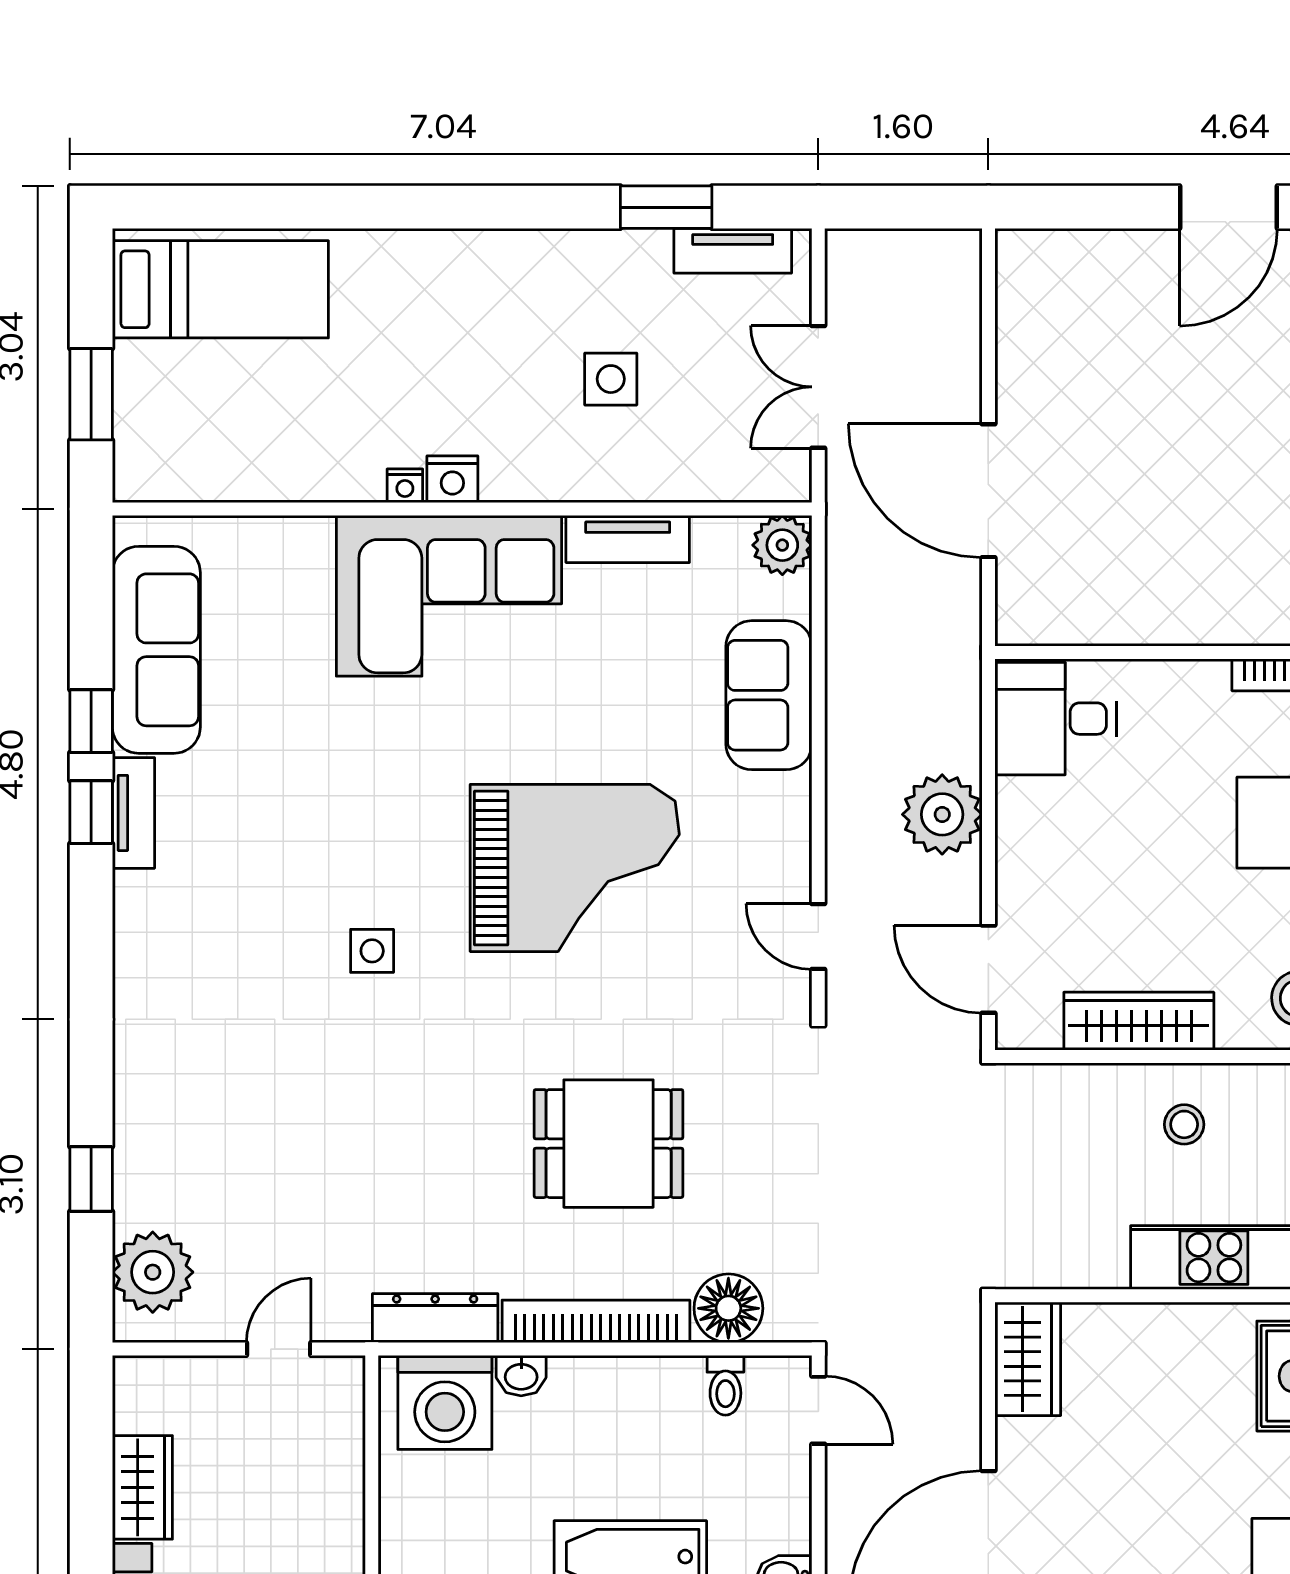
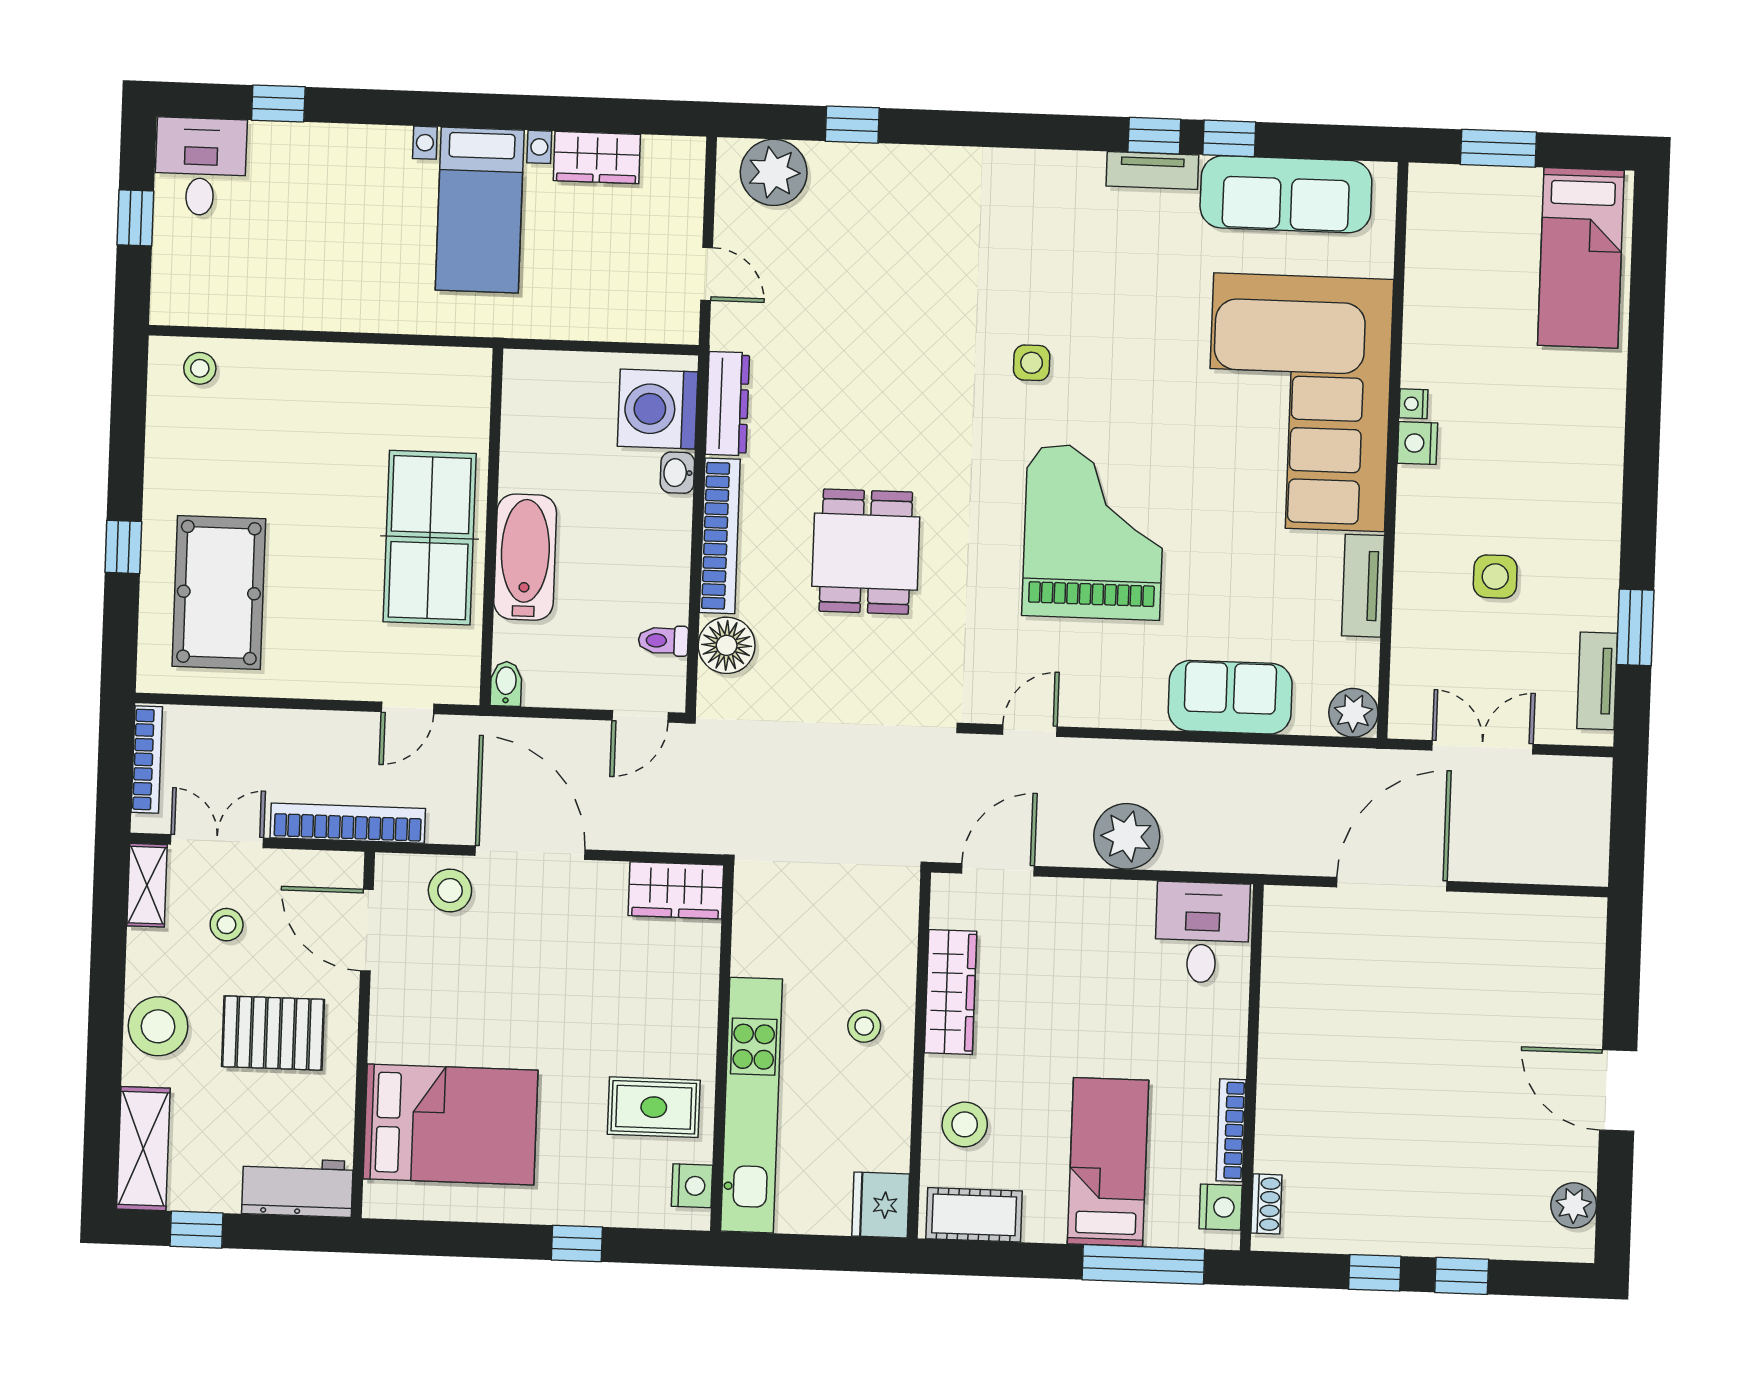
corner sofa: (449, 596) -> (1299, 402), width x1.36, depth x1.36
grand piano: (575, 868) -> (1094, 532), turned 180

